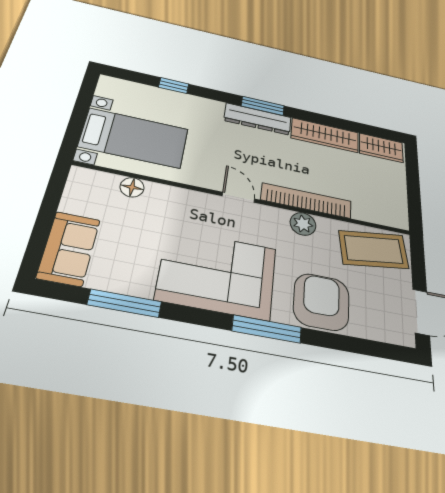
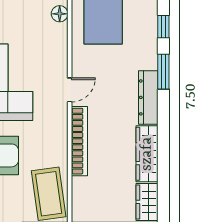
window: (263, 106) -> (163, 72), moved
plant: (303, 224) -> (58, 139), removed

